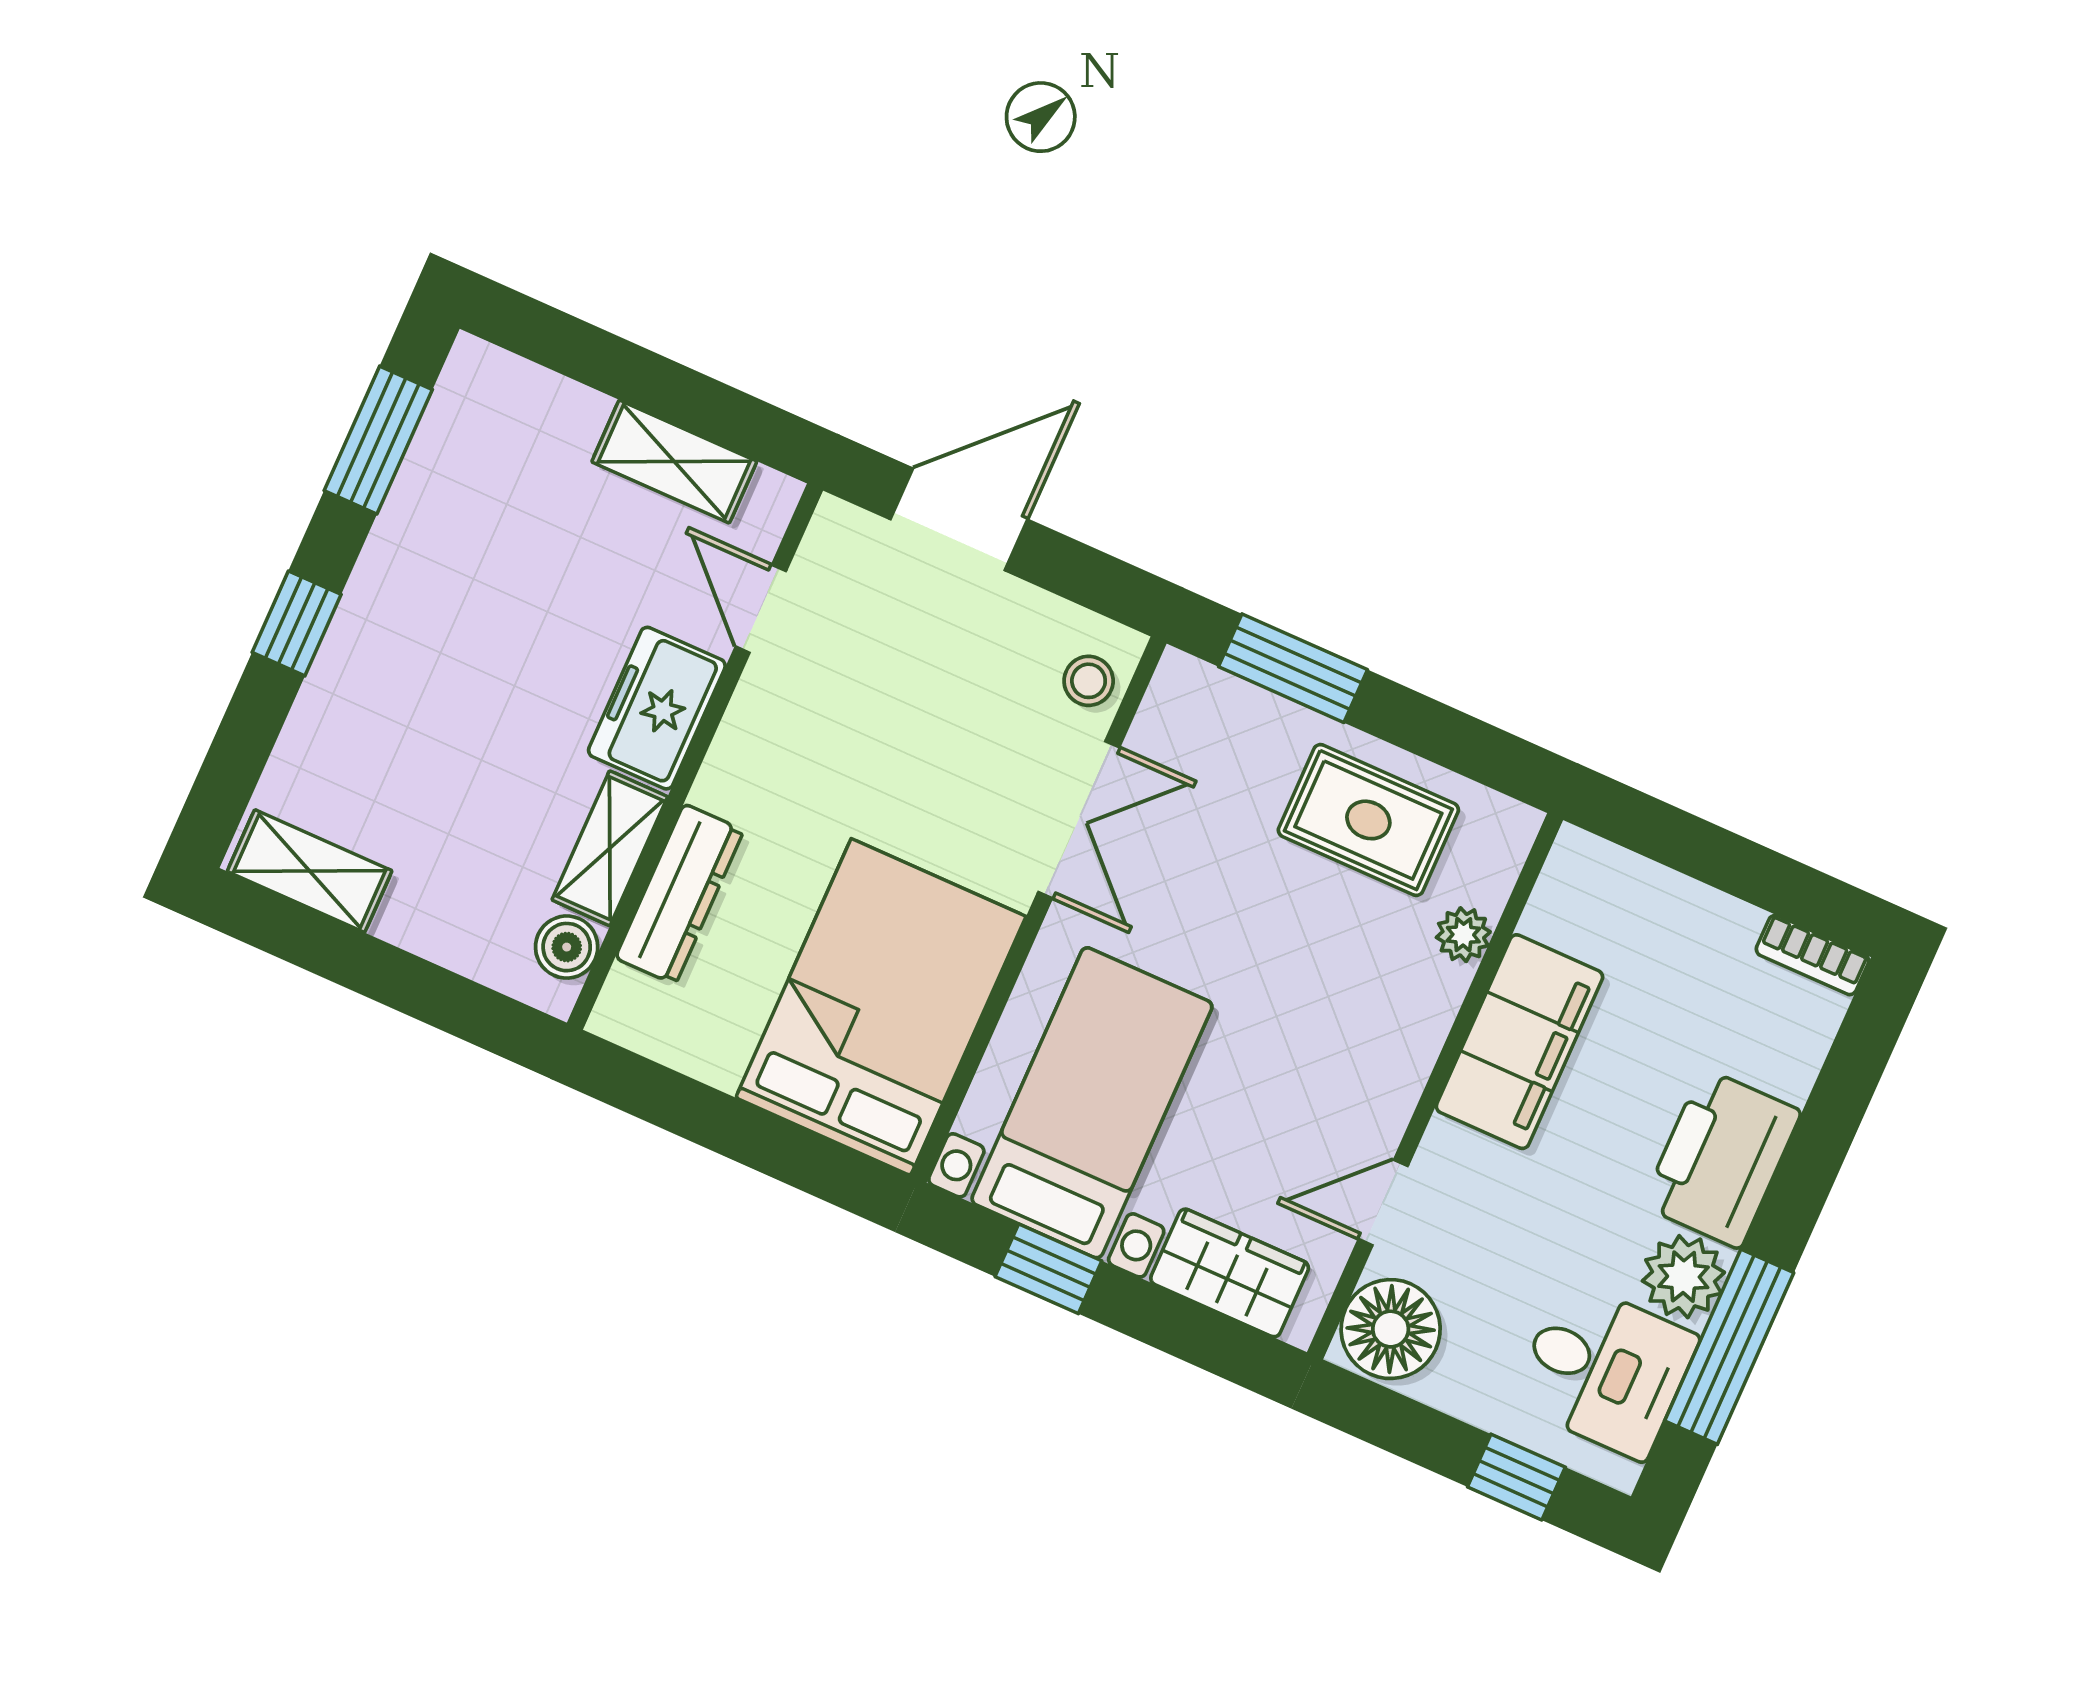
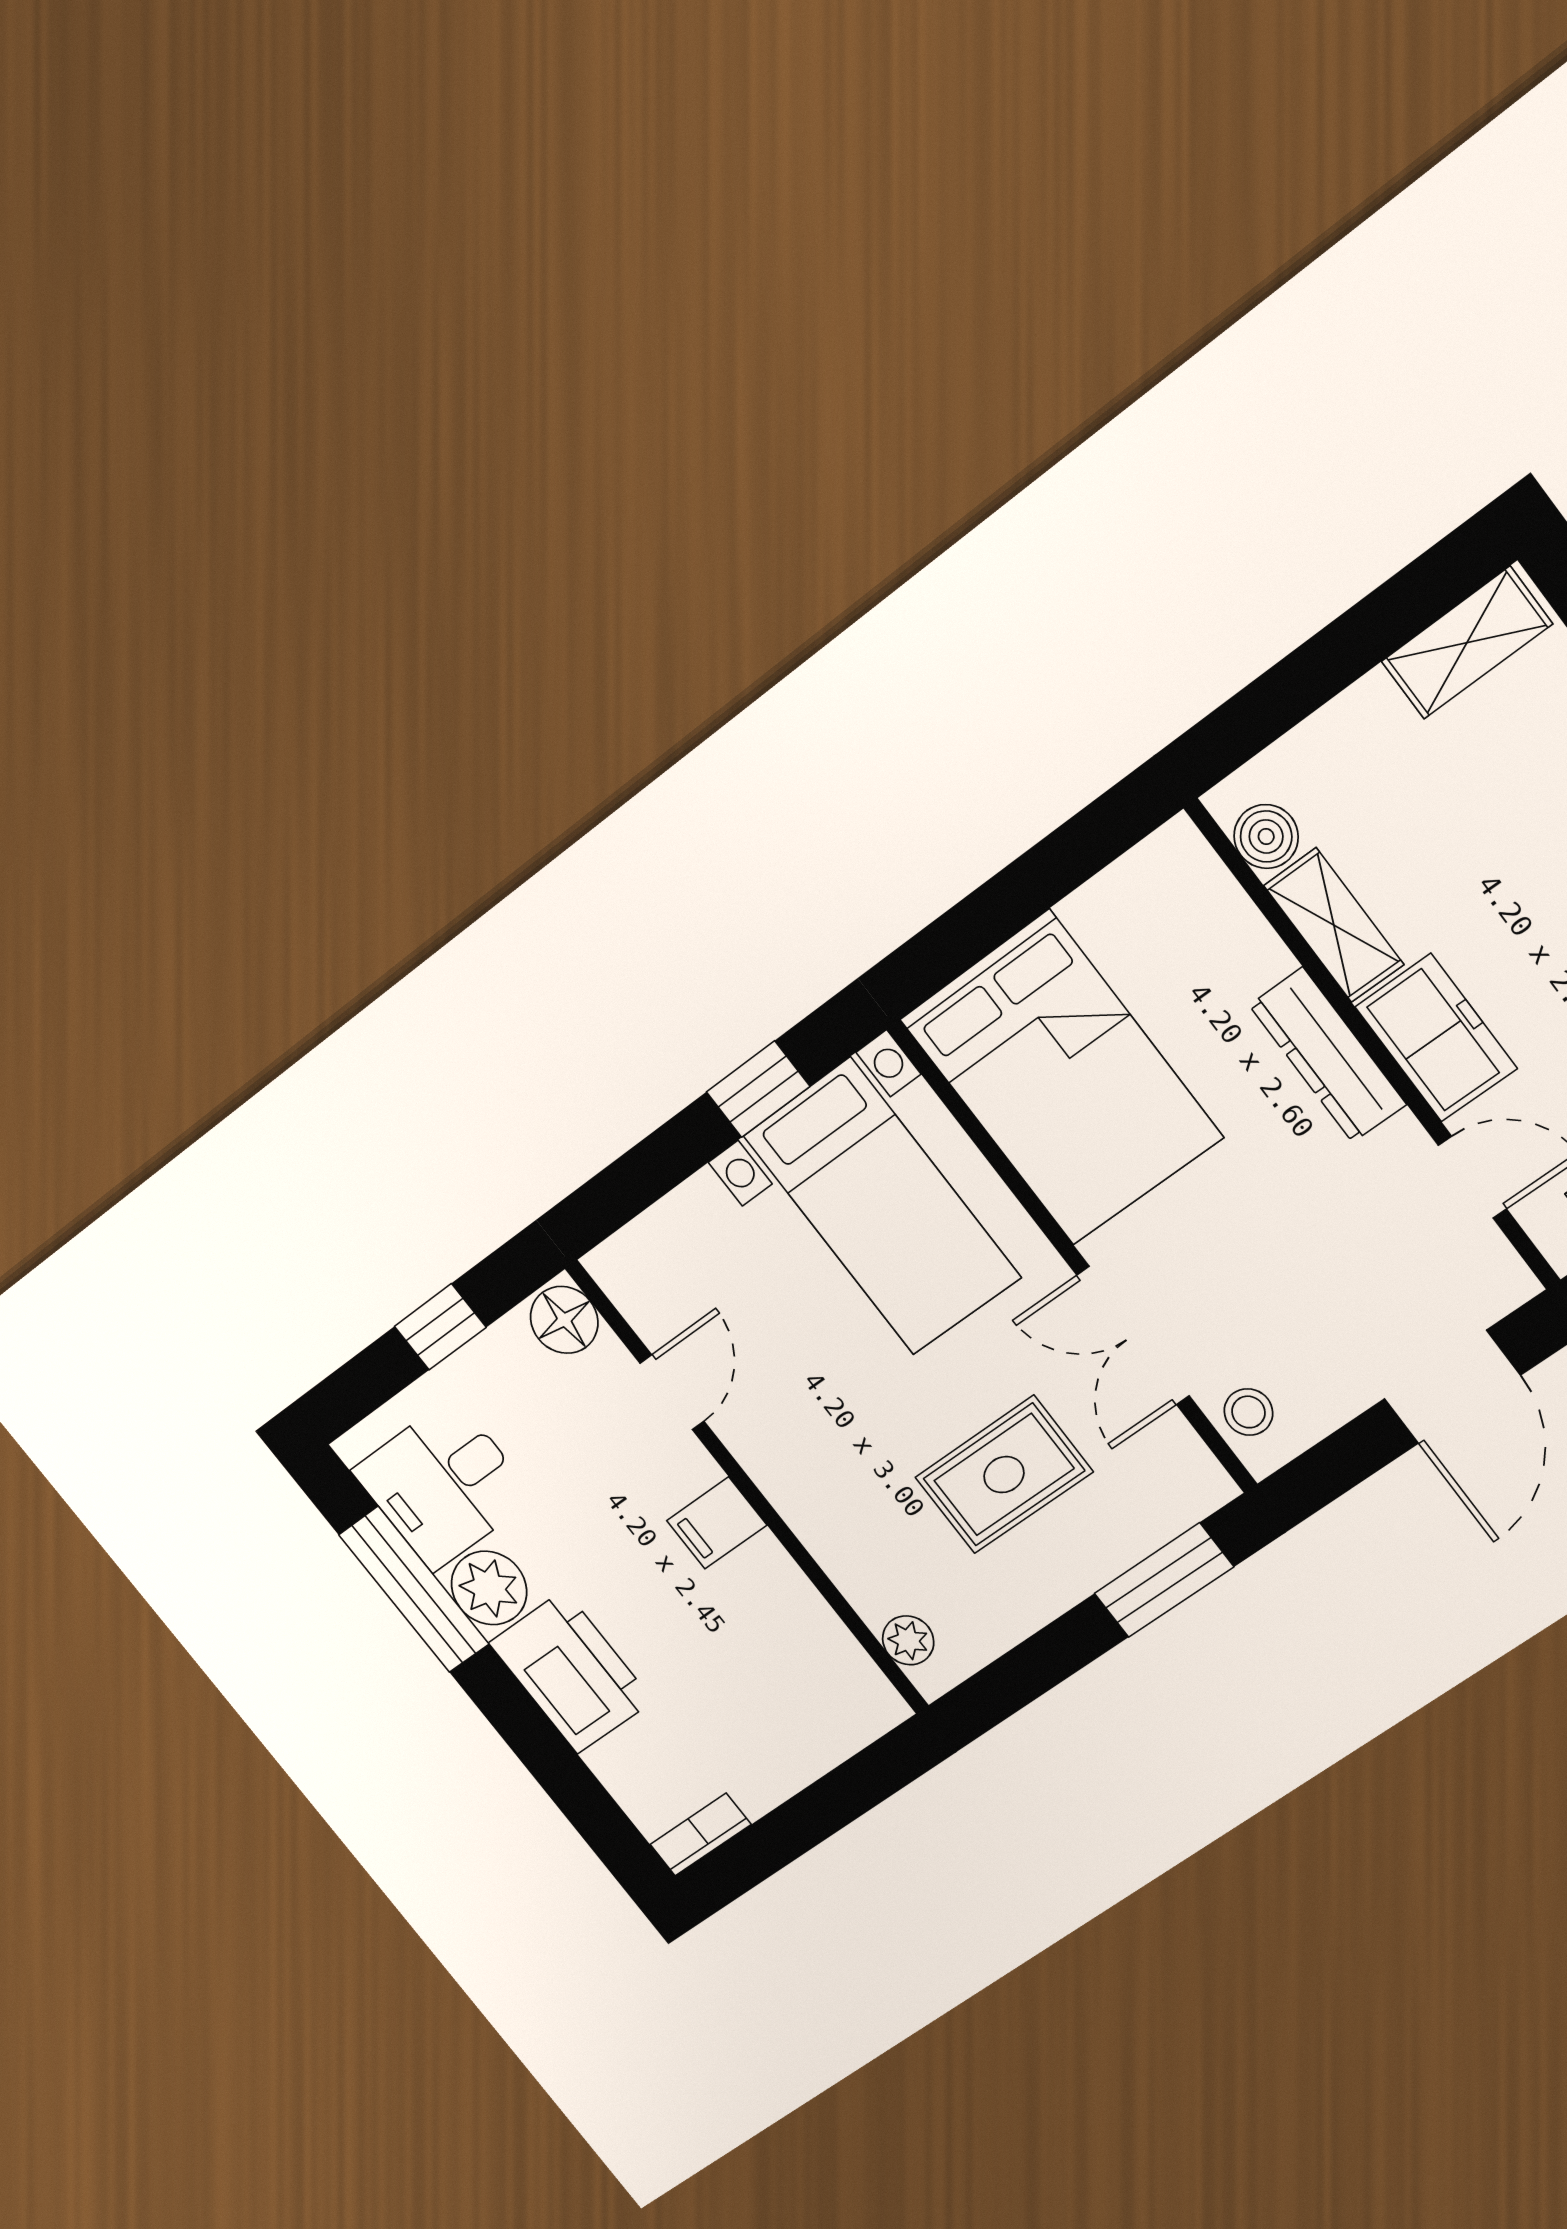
rug: (1368, 820) -> (1004, 1475), moved
dresser: (680, 894) -> (1328, 1055), moved
plant: (1463, 935) -> (908, 1640), moved
filing cabinet: (1519, 1042) -> (717, 1523), width x0.33, depth x0.86
wardrobe: (1230, 1273) -> (677, 1236), removed
floor lamp: (1391, 1329) -> (564, 1320), width x0.73, depth x0.73
window: (1516, 1477) -> (440, 1327), moved

